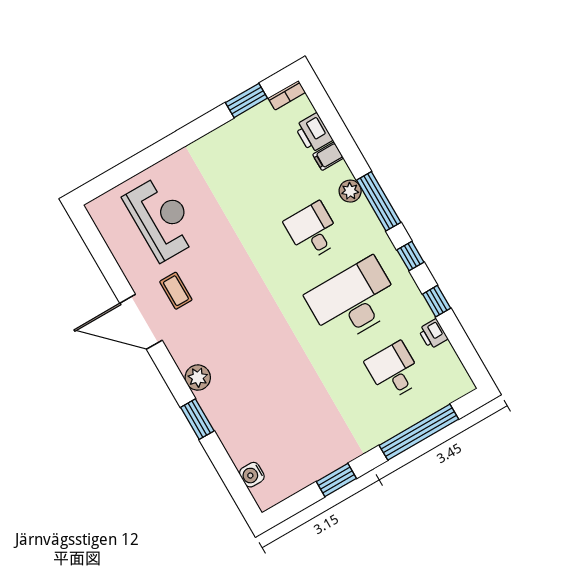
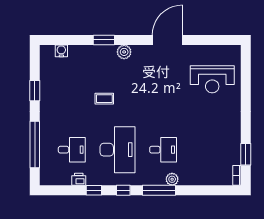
printer: (314, 133) -> (211, 178), removed
filing cabinet: (328, 156) -> (195, 178), removed
coffee table: (176, 291) -> (104, 99), moved

